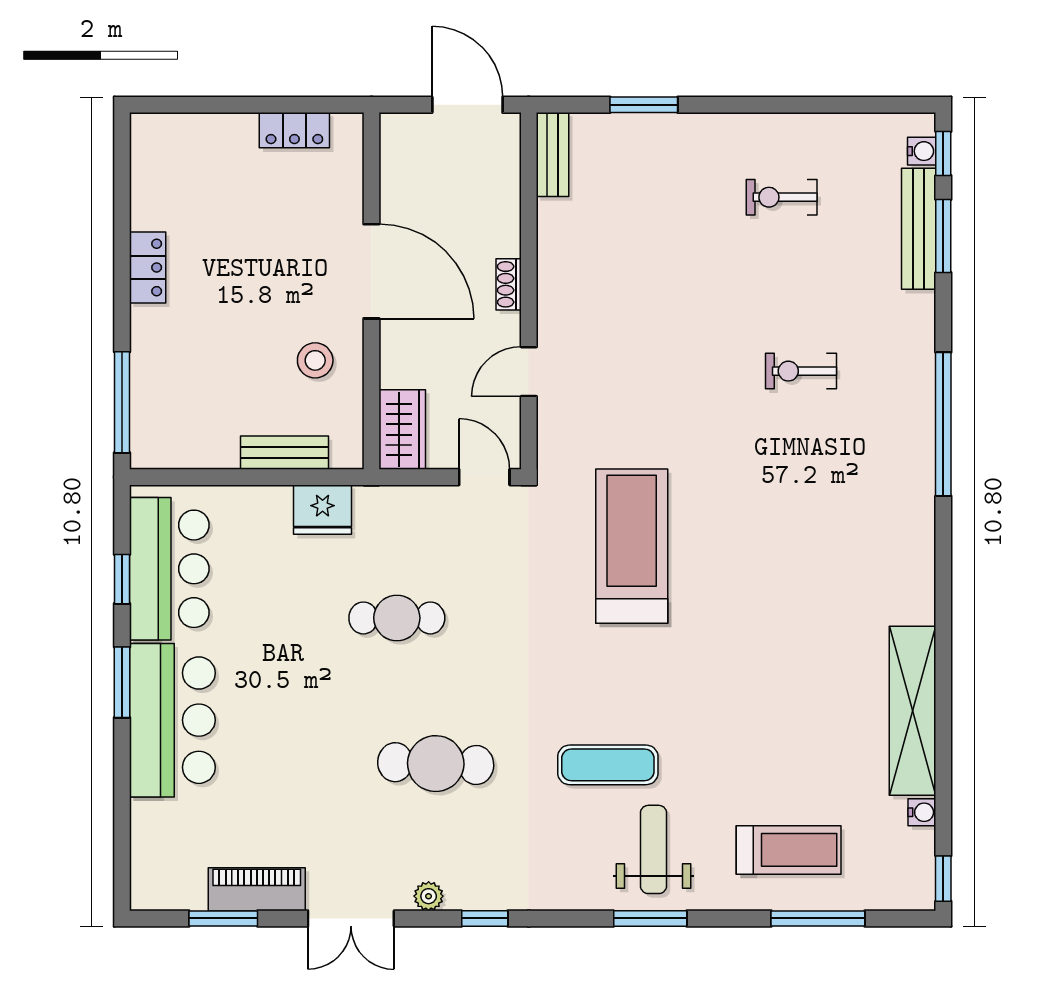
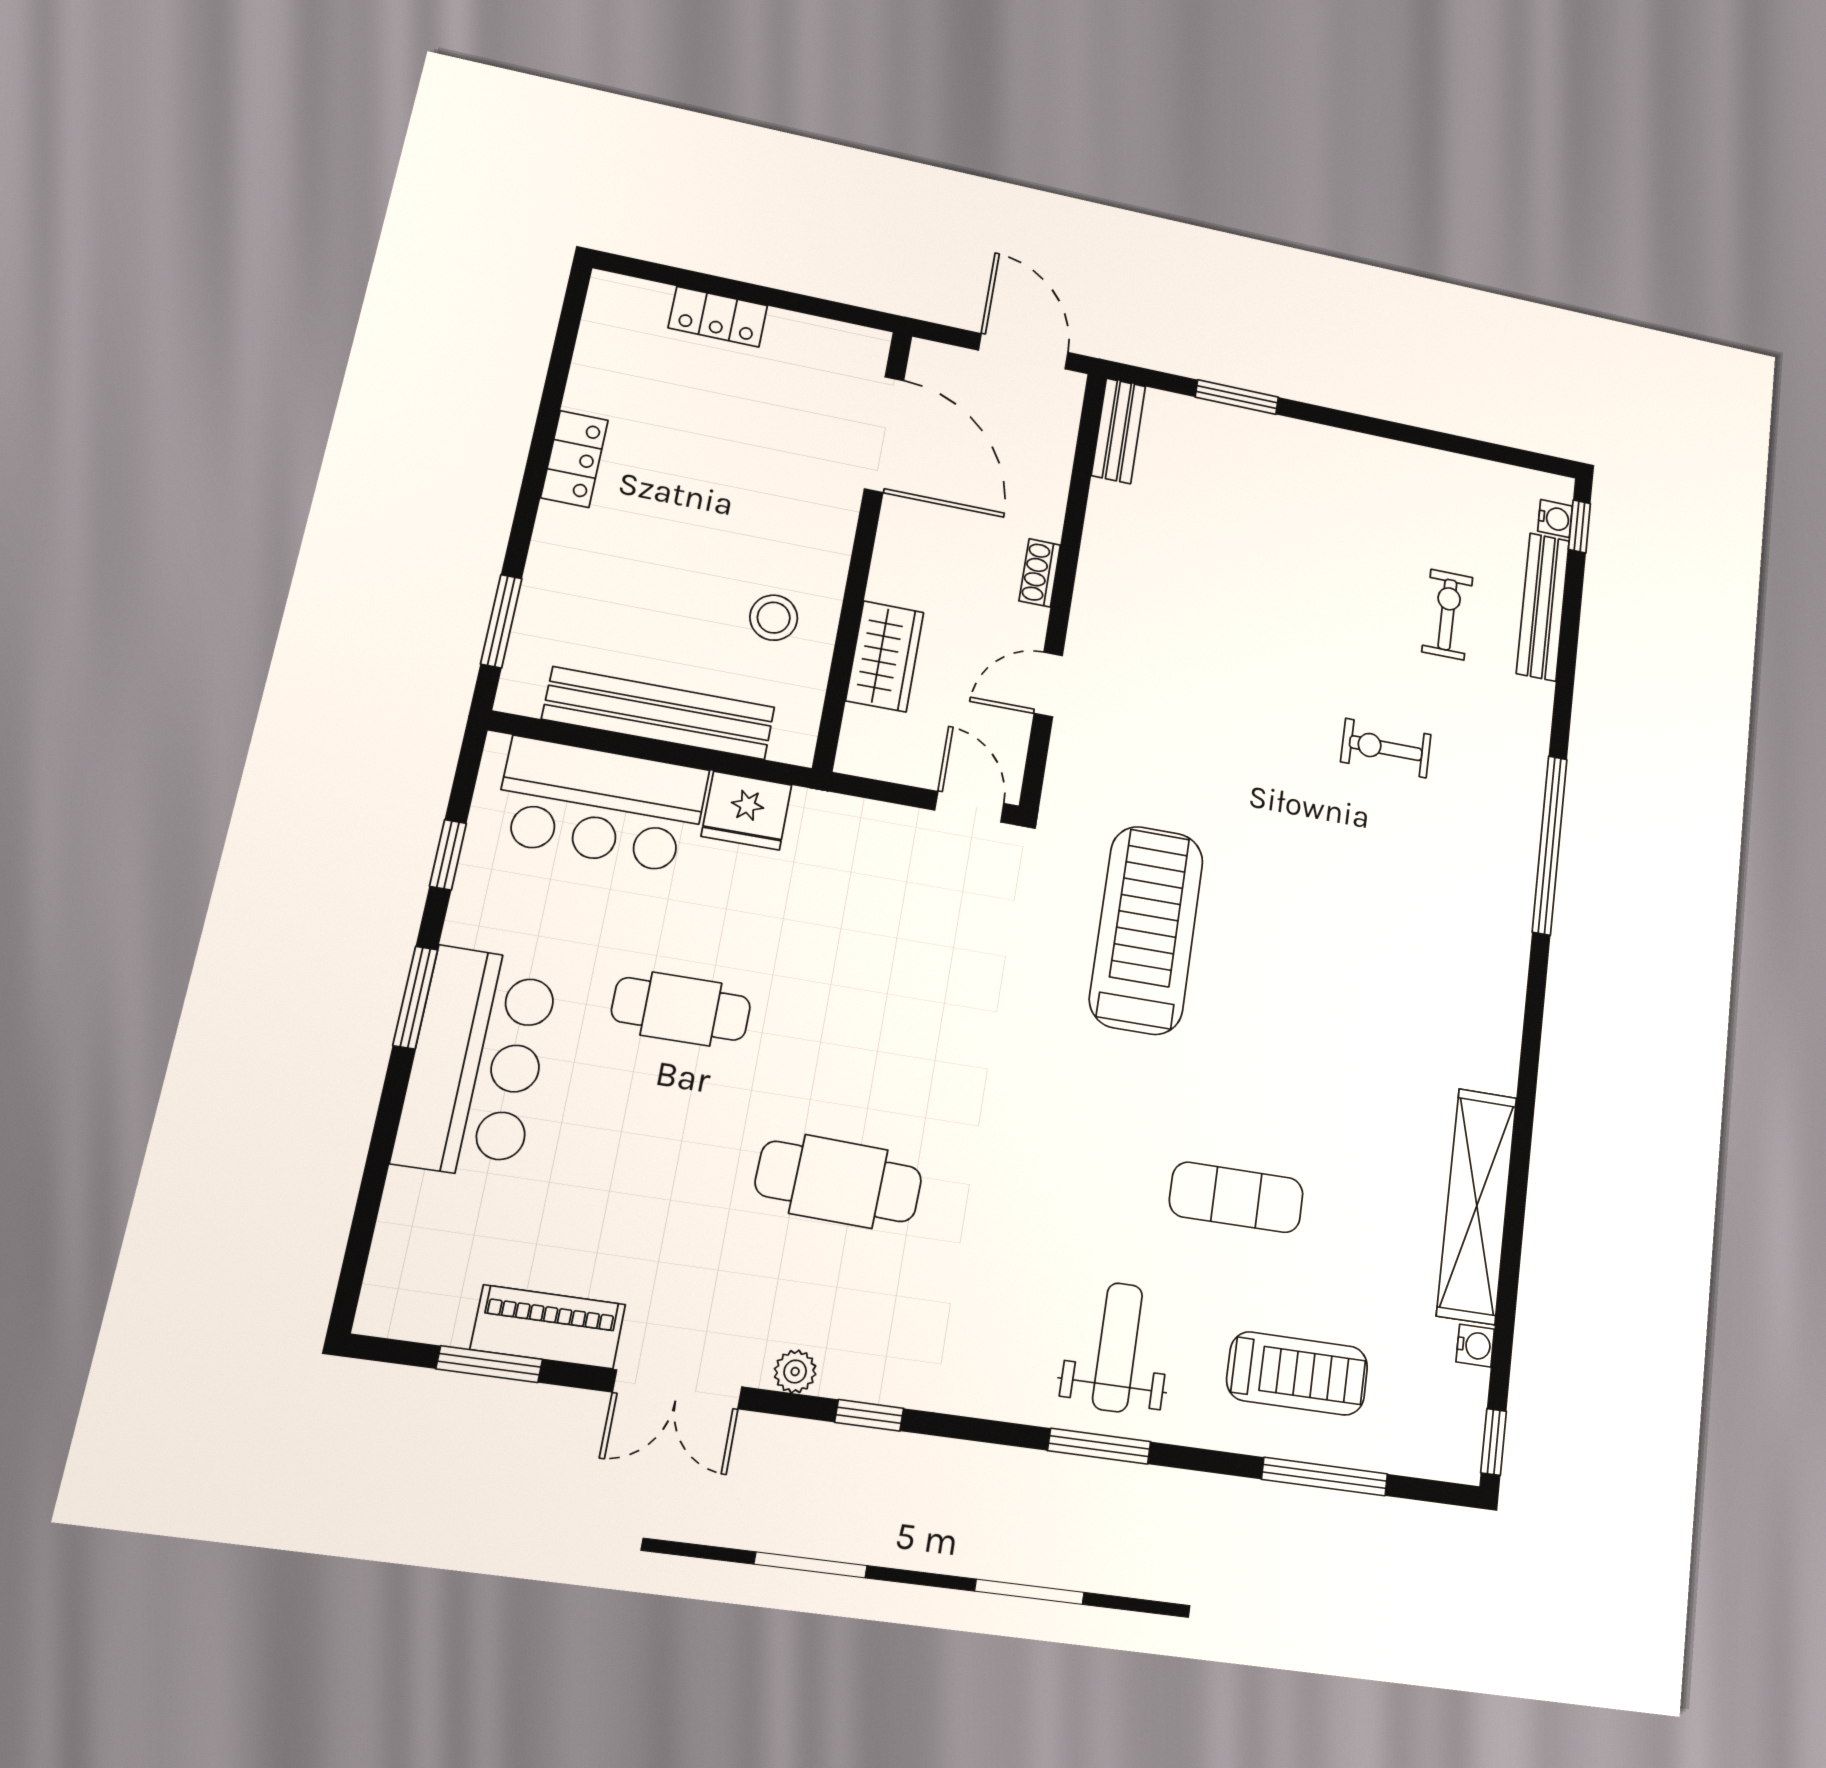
locker: (294, 130) -> (718, 317), moved
exercise bike: (782, 197) -> (1447, 615), moved, turned 90
window: (943, 236) -> (1571, 621), removed
door: (371, 271) -> (884, 434), moved
window: (122, 402) -> (501, 621), width x0.69
wardrobe: (402, 429) -> (885, 656), moved
bench: (284, 453) -> (659, 713), width x1.86, depth x1.21
bar counter: (169, 569) -> (601, 805), moved, turned 90
cafe table: (397, 618) -> (681, 1009), moved
exercise mat: (608, 765) -> (1236, 1197), moved

